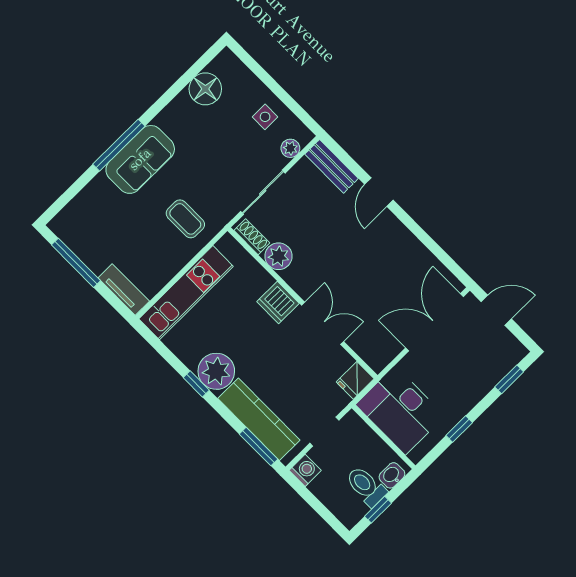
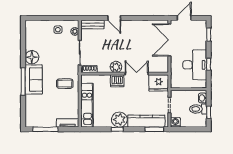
floor lamp: (205, 89) -> (32, 57), moved
plant: (278, 256) -> (116, 67), moved
fridge: (355, 380) -> (159, 83), width x1.88, depth x1.34
desk: (400, 410) -> (195, 65), moved, turned -90

